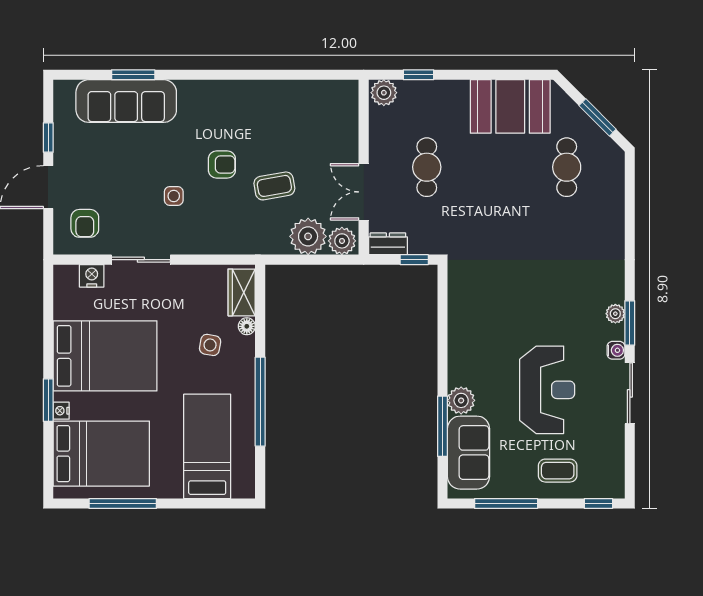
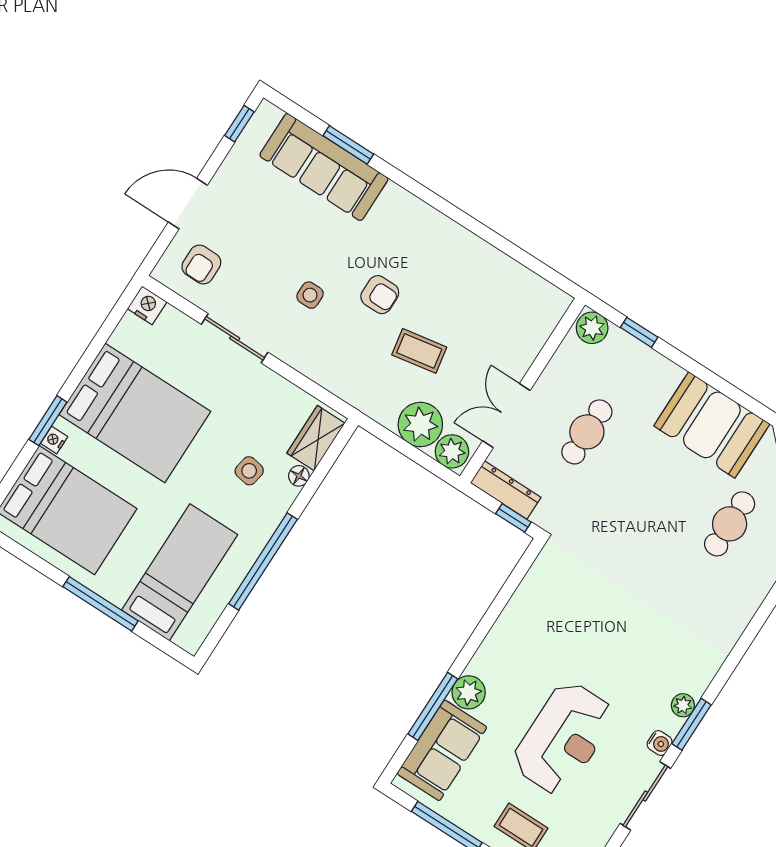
window: (48, 137) -> (239, 124), moved
dresser: (388, 244) -> (506, 490), width x1.44
nightstand: (92, 276) -> (147, 305), moved
window: (123, 504) -> (100, 604), moved

